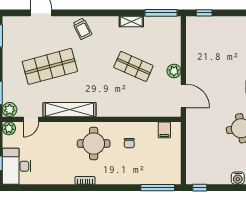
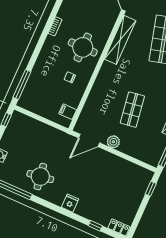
shop shelf: (133, 66) -> (132, 110), turned -33

